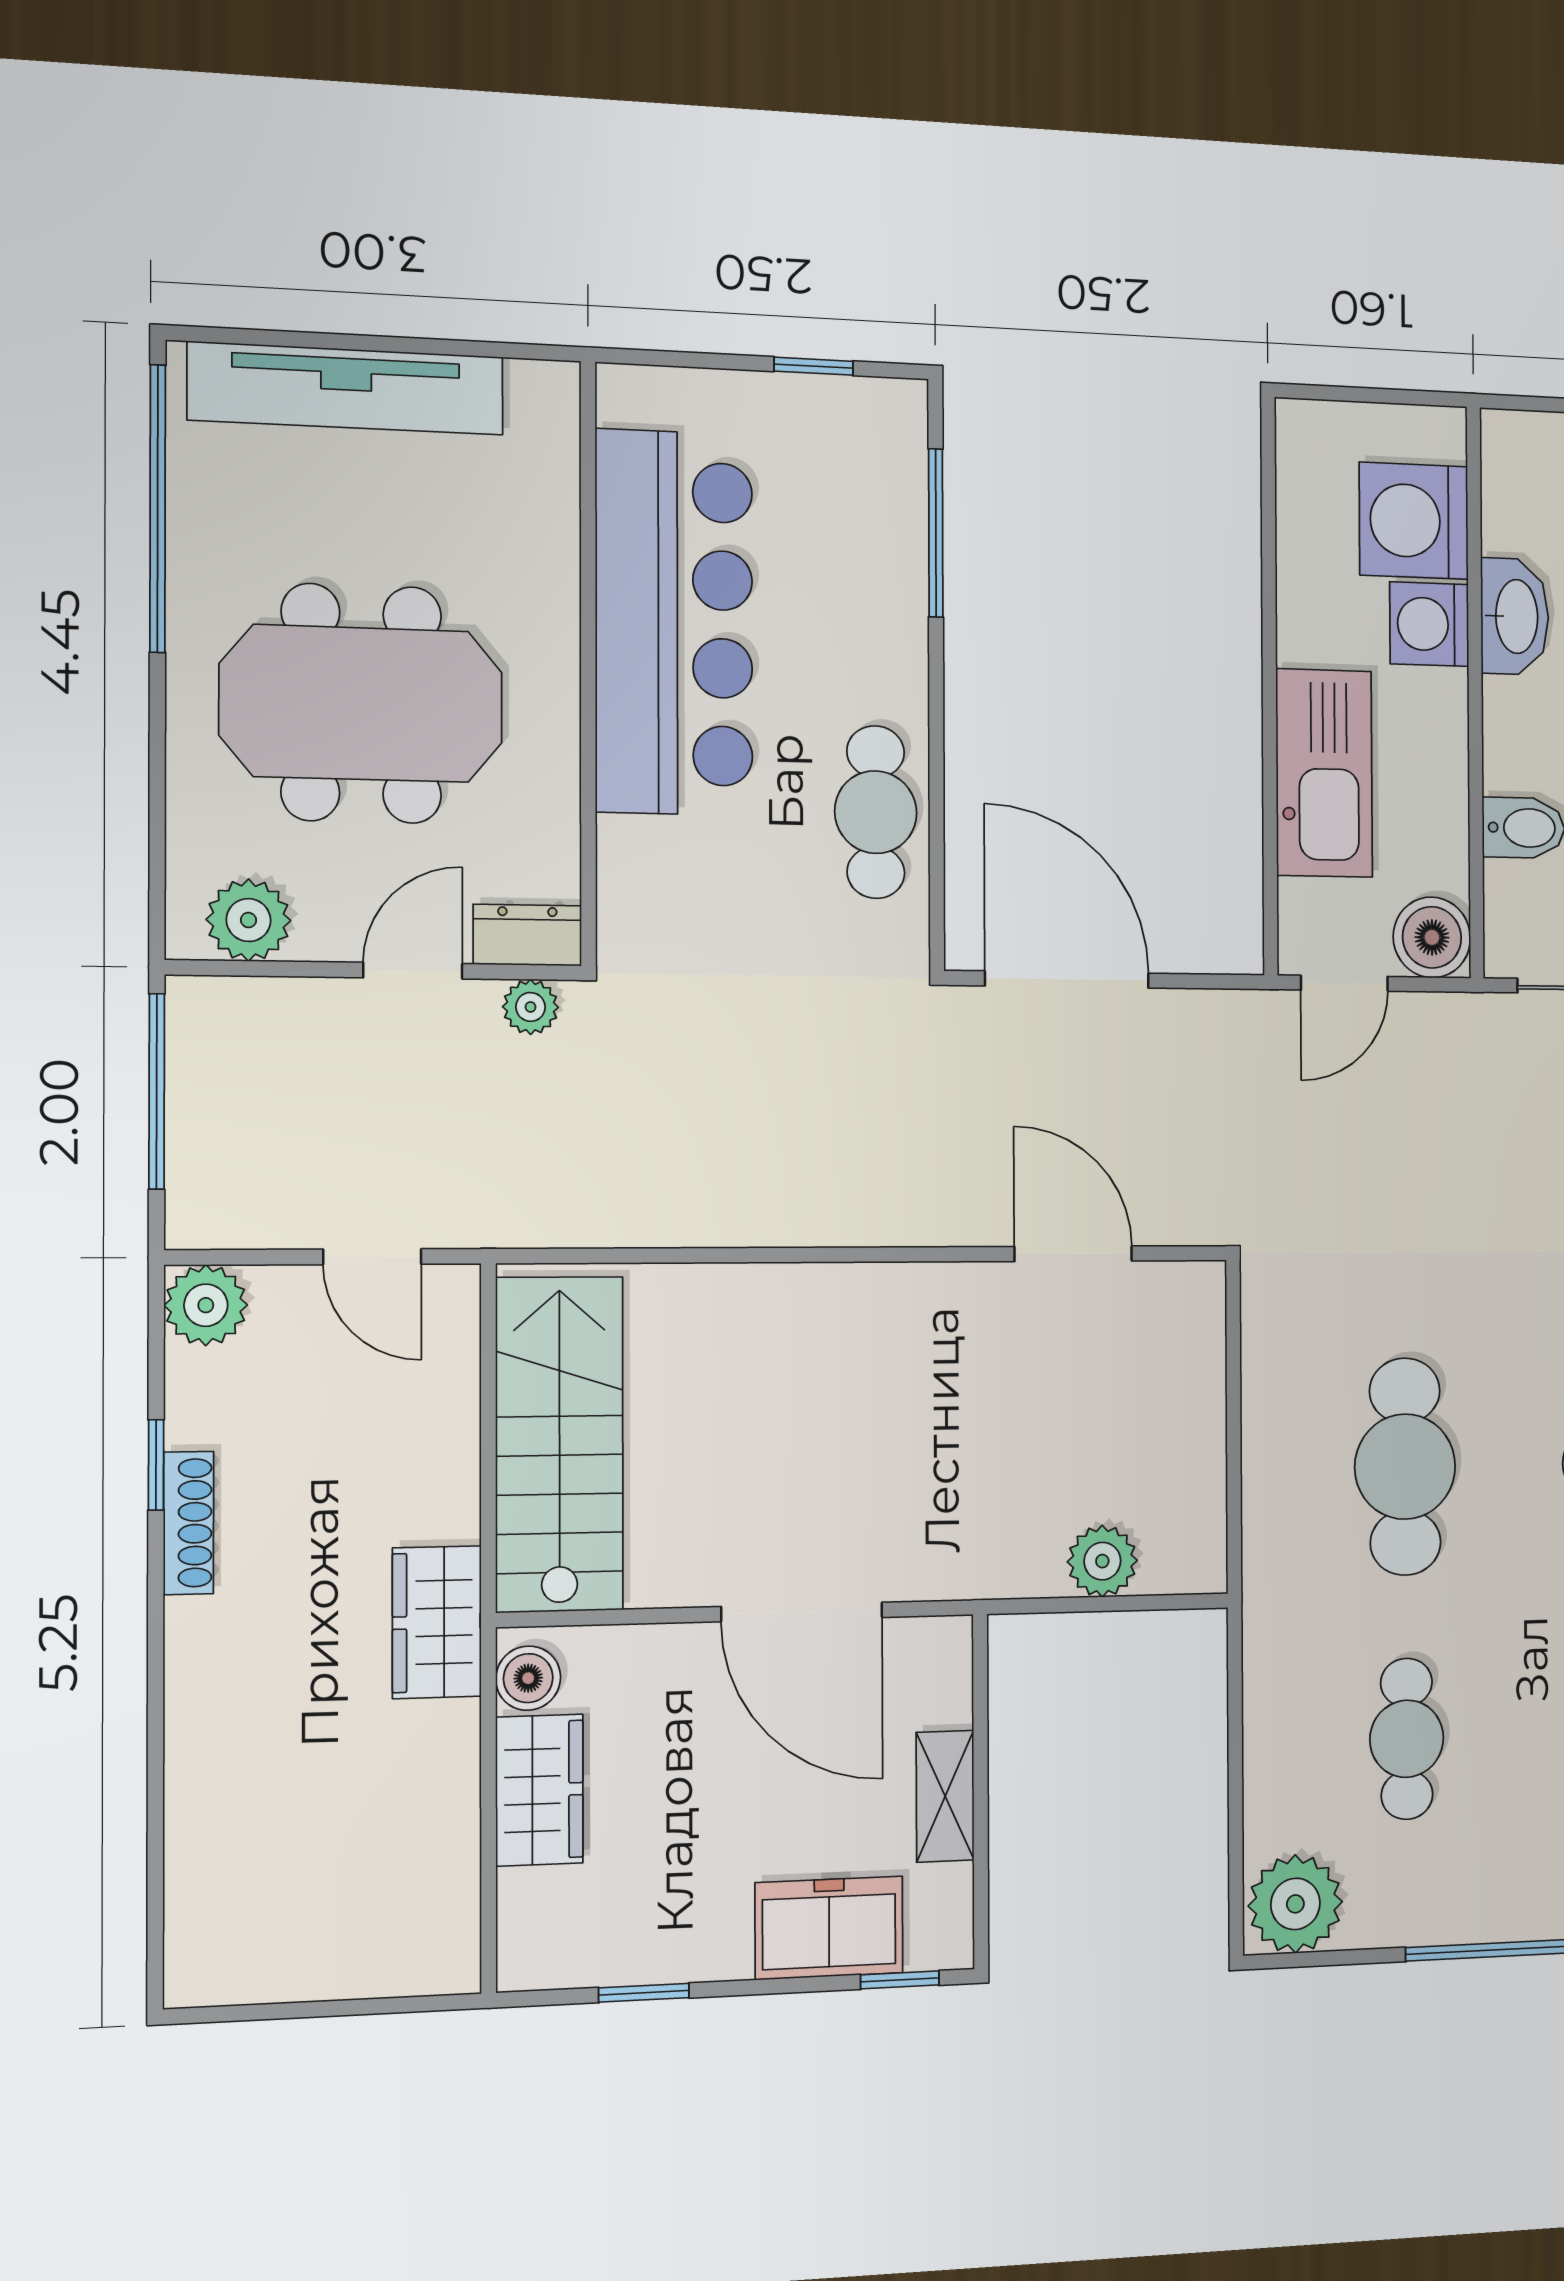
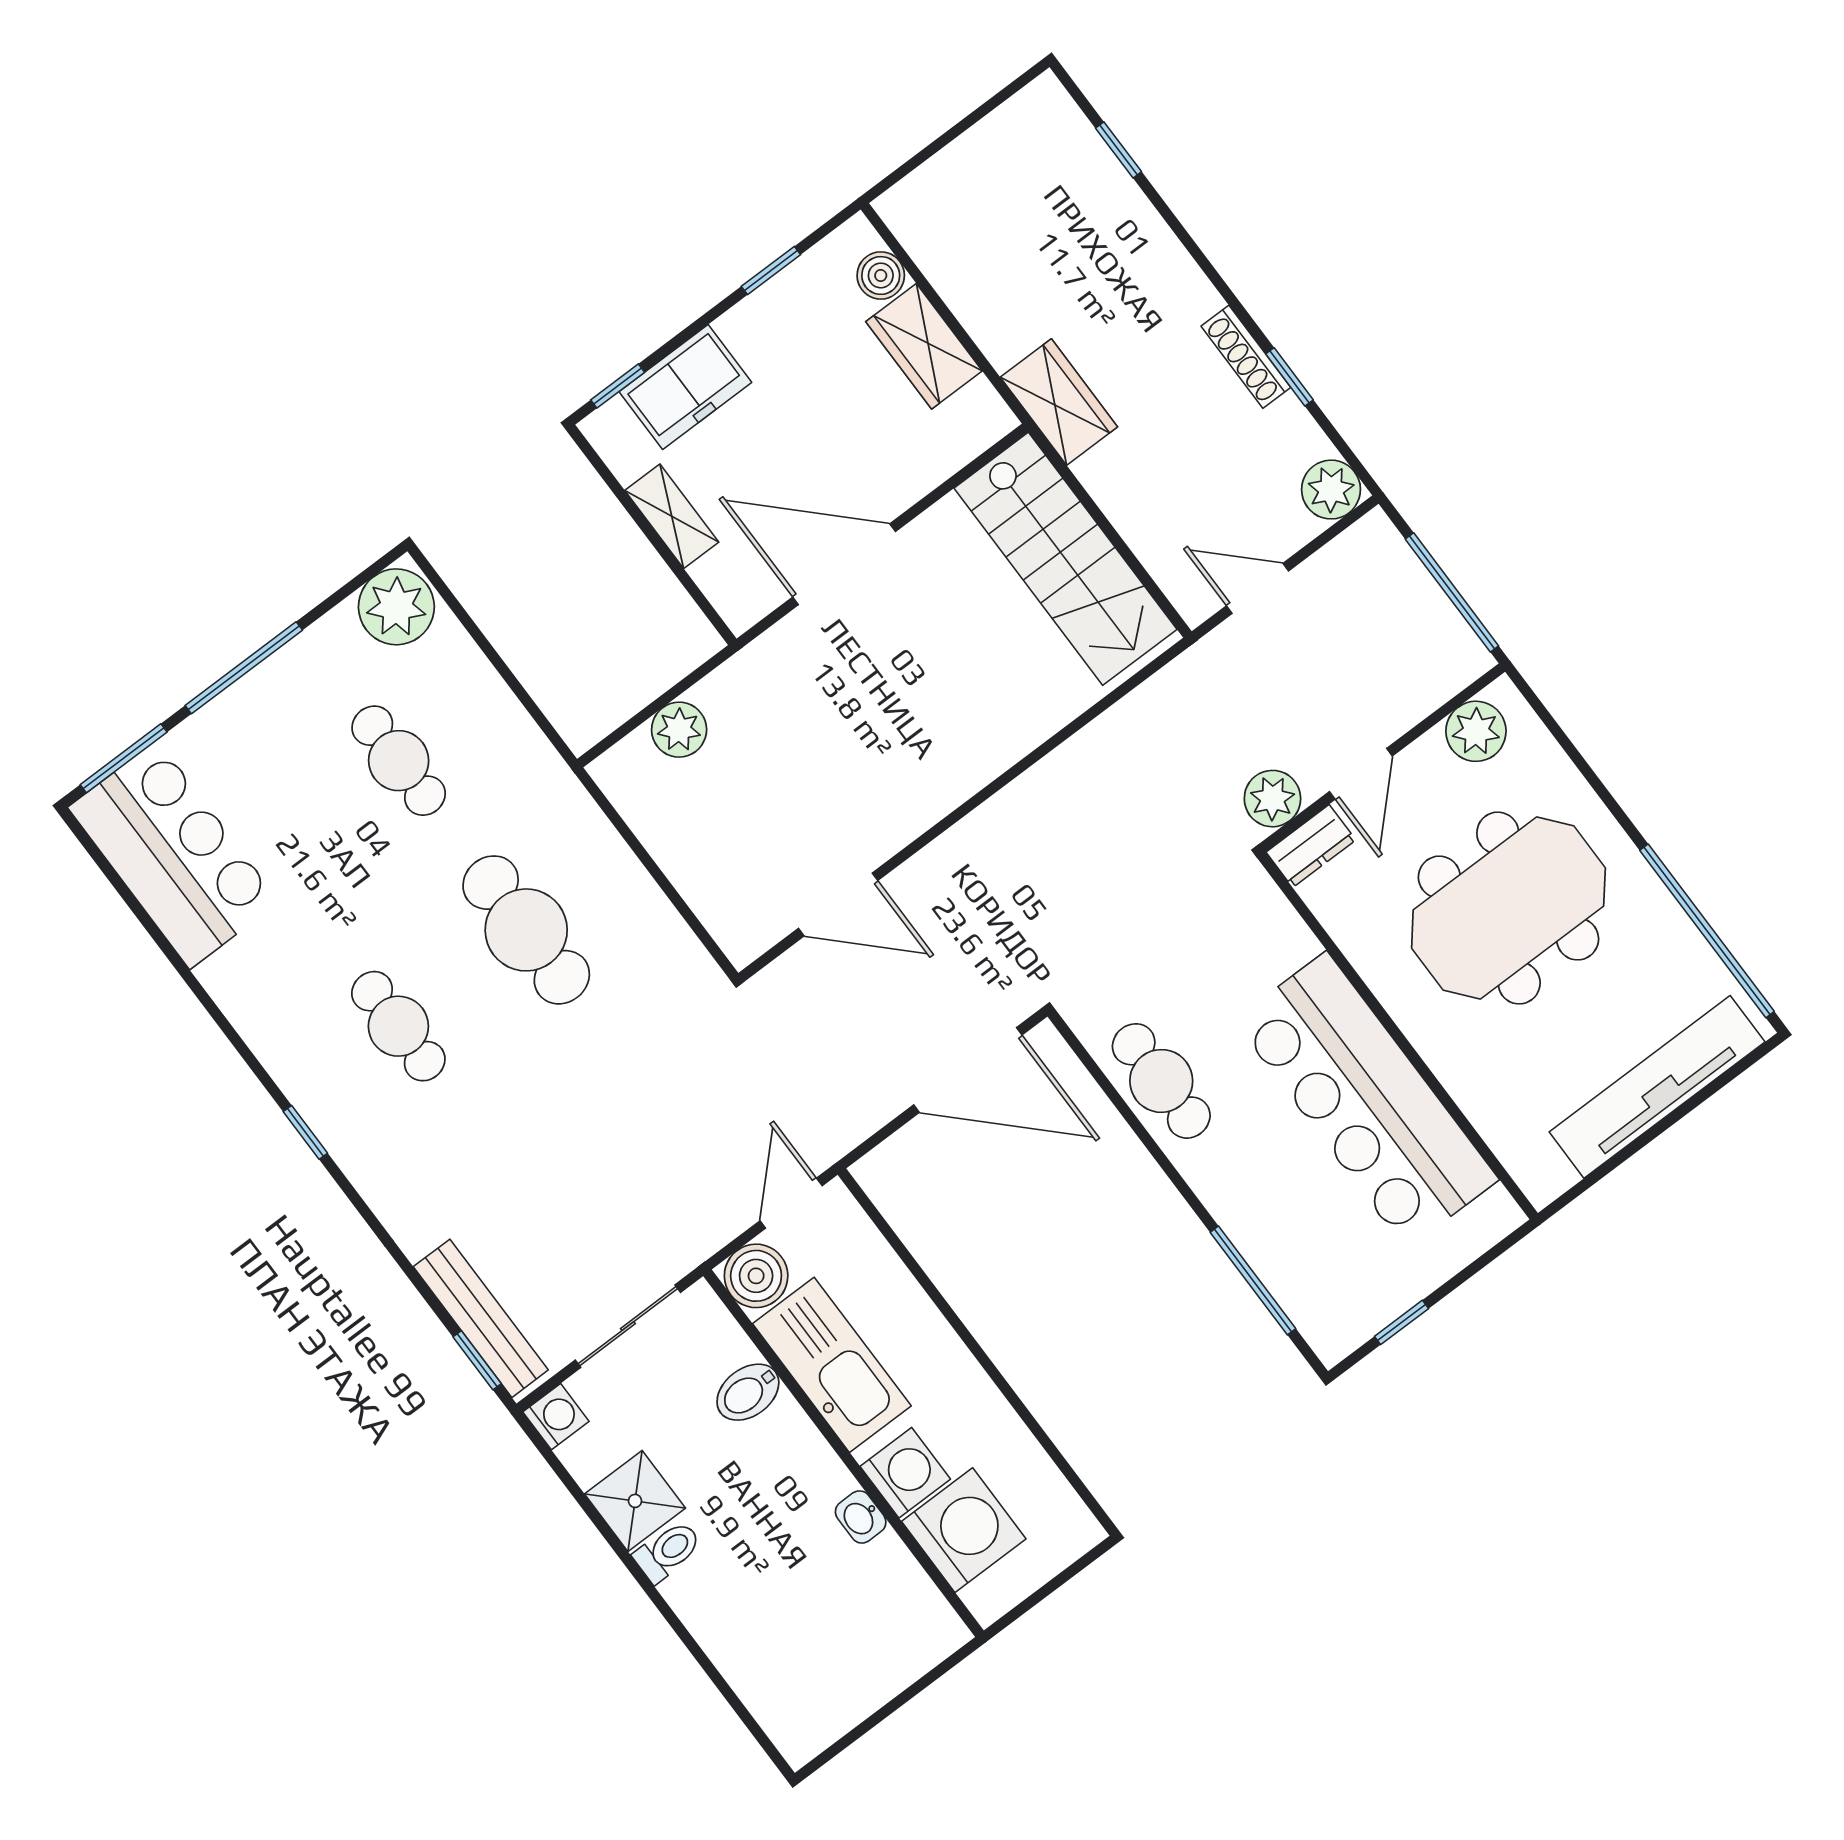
washbasin: (1515, 616) -> (861, 1517), width x0.52, depth x0.69
kitchen sink: (1324, 773) -> (832, 1365), moved, turned 180
plant: (530, 1007) -> (1272, 799), width x1.38, depth x1.38
boiler: (528, 1678) -> (881, 275), moved
window: (155, 1860) -> (1119, 150), added

